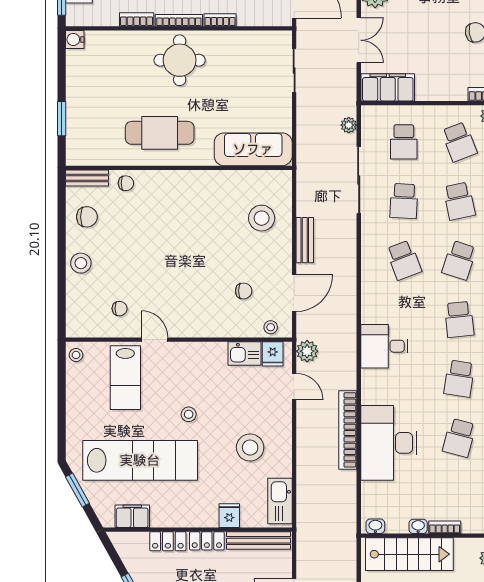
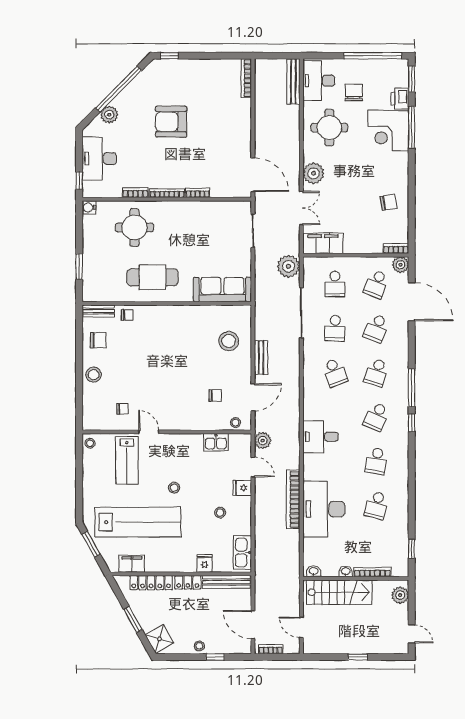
round table: (180, 60) -> (134, 227), moved
plant: (349, 125) -> (289, 266), width x1.88, depth x1.88
school desk: (459, 142) -> (376, 284), turned 42
school desk: (459, 201) -> (376, 328), turned 33
school desk: (459, 319) -> (376, 417), turned 30
fridge: (273, 354) -> (242, 488), moved, turned 90
stool: (250, 448) -> (220, 513), width x0.53, depth x0.53
bookcase: (445, 527) -> (372, 572), width x1.56
locker: (168, 541) -> (151, 583), width x1.53

